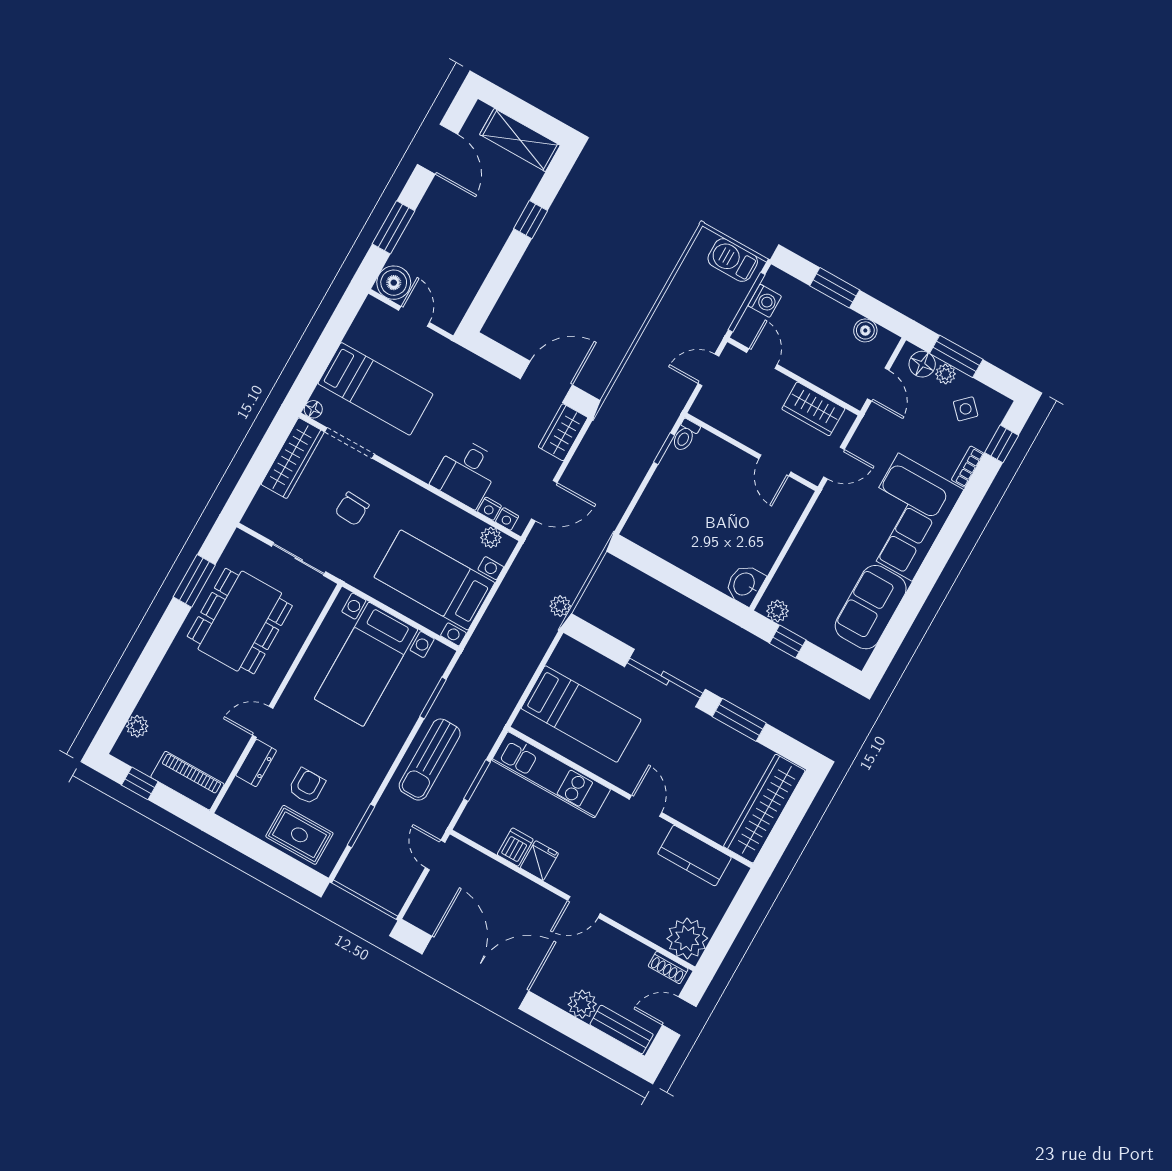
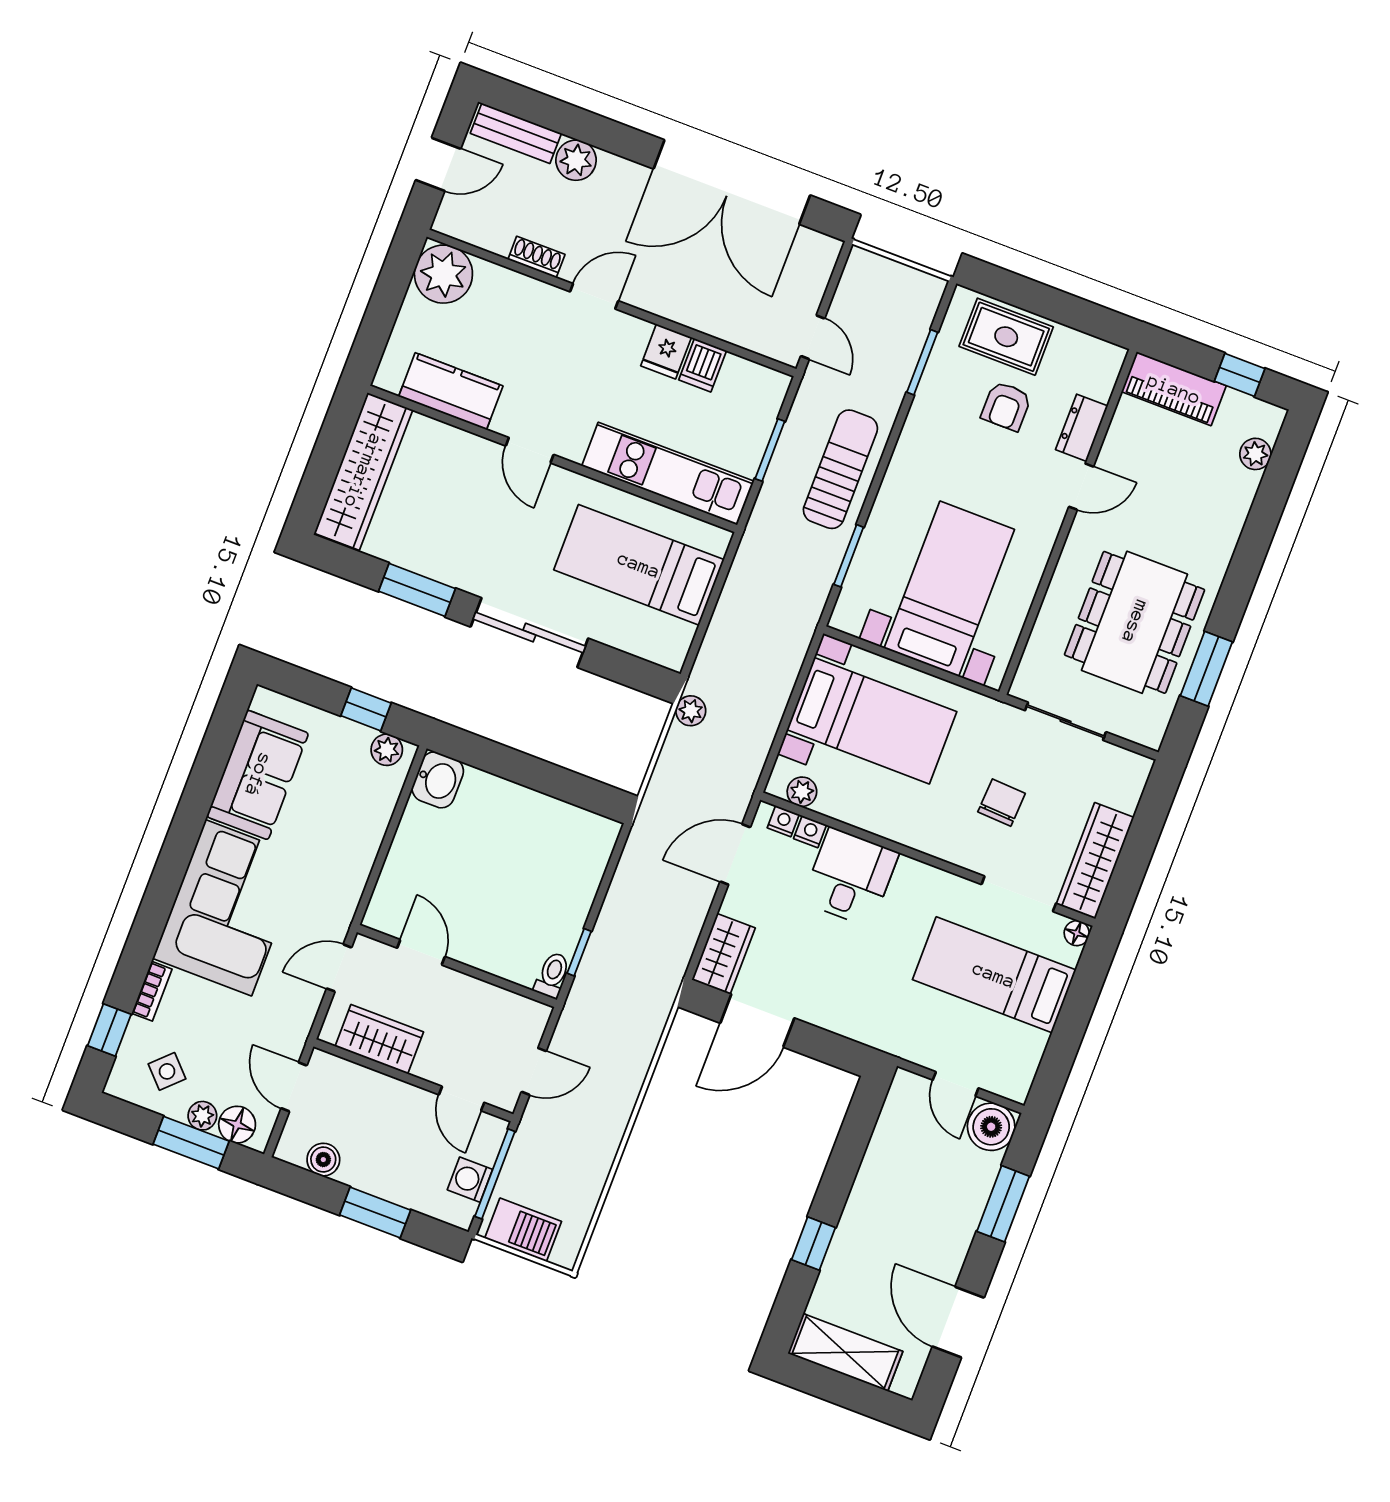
shoe rack: (668, 968) -> (536, 257), moved

